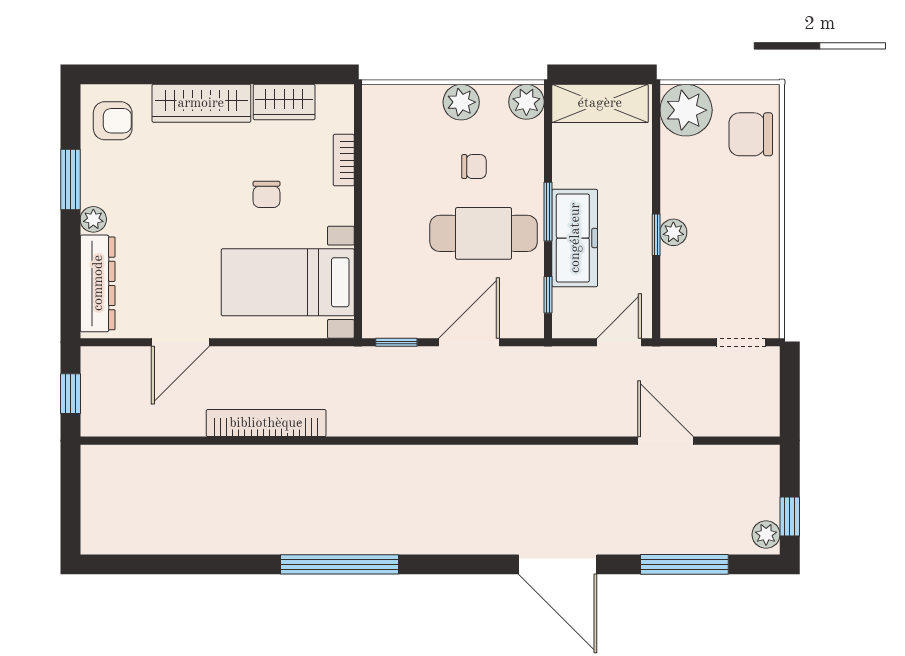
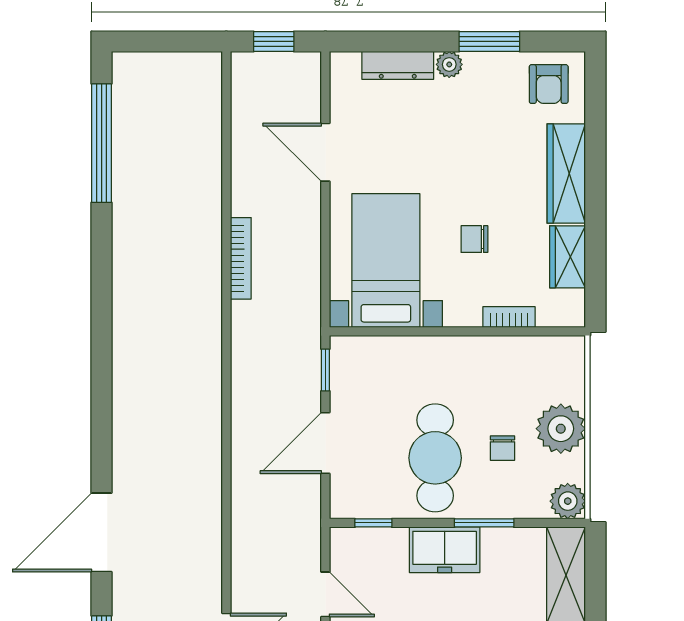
plant: (461, 102) -> (561, 429), width x1.36, depth x1.36
window: (548, 212) -> (484, 523), moved
freezer: (575, 238) -> (445, 550), width x0.71
dresser: (98, 283) -> (398, 65), width x0.73, depth x0.80
door: (469, 342) -> (325, 443), swing flipped
bookcase: (266, 423) -> (241, 258), width x0.68, depth x0.76
window: (339, 564) -> (102, 143), moved

